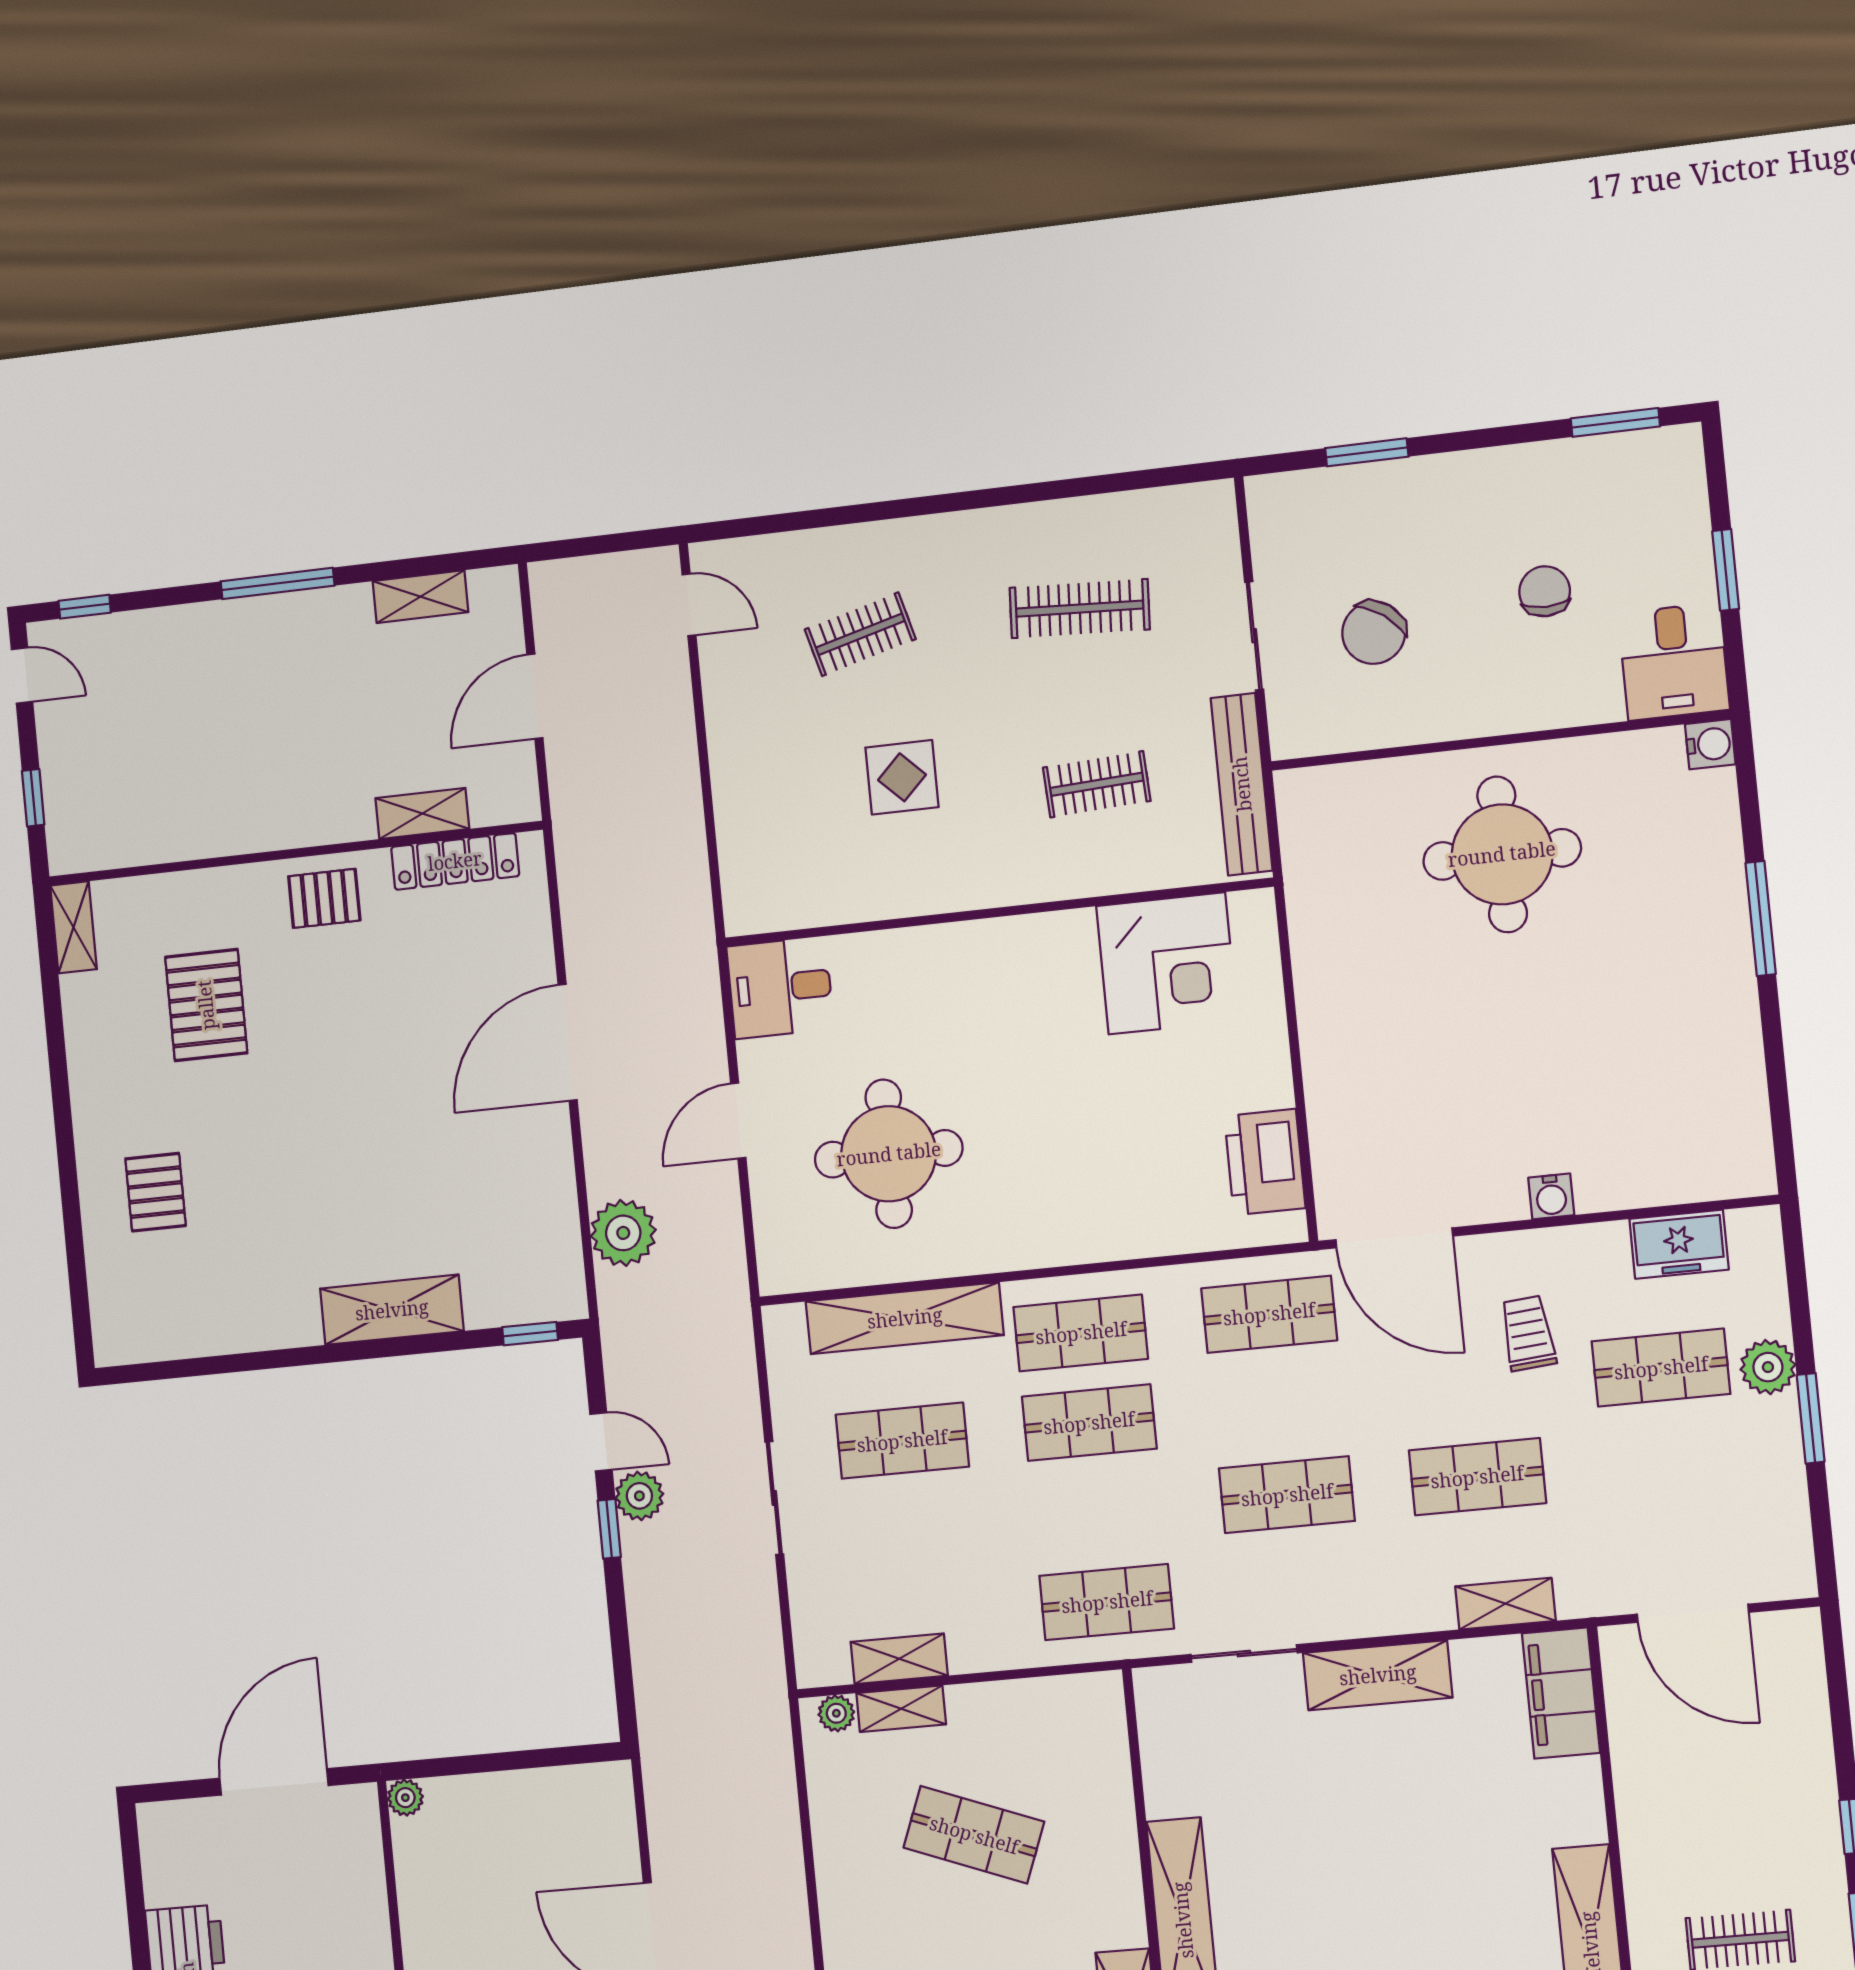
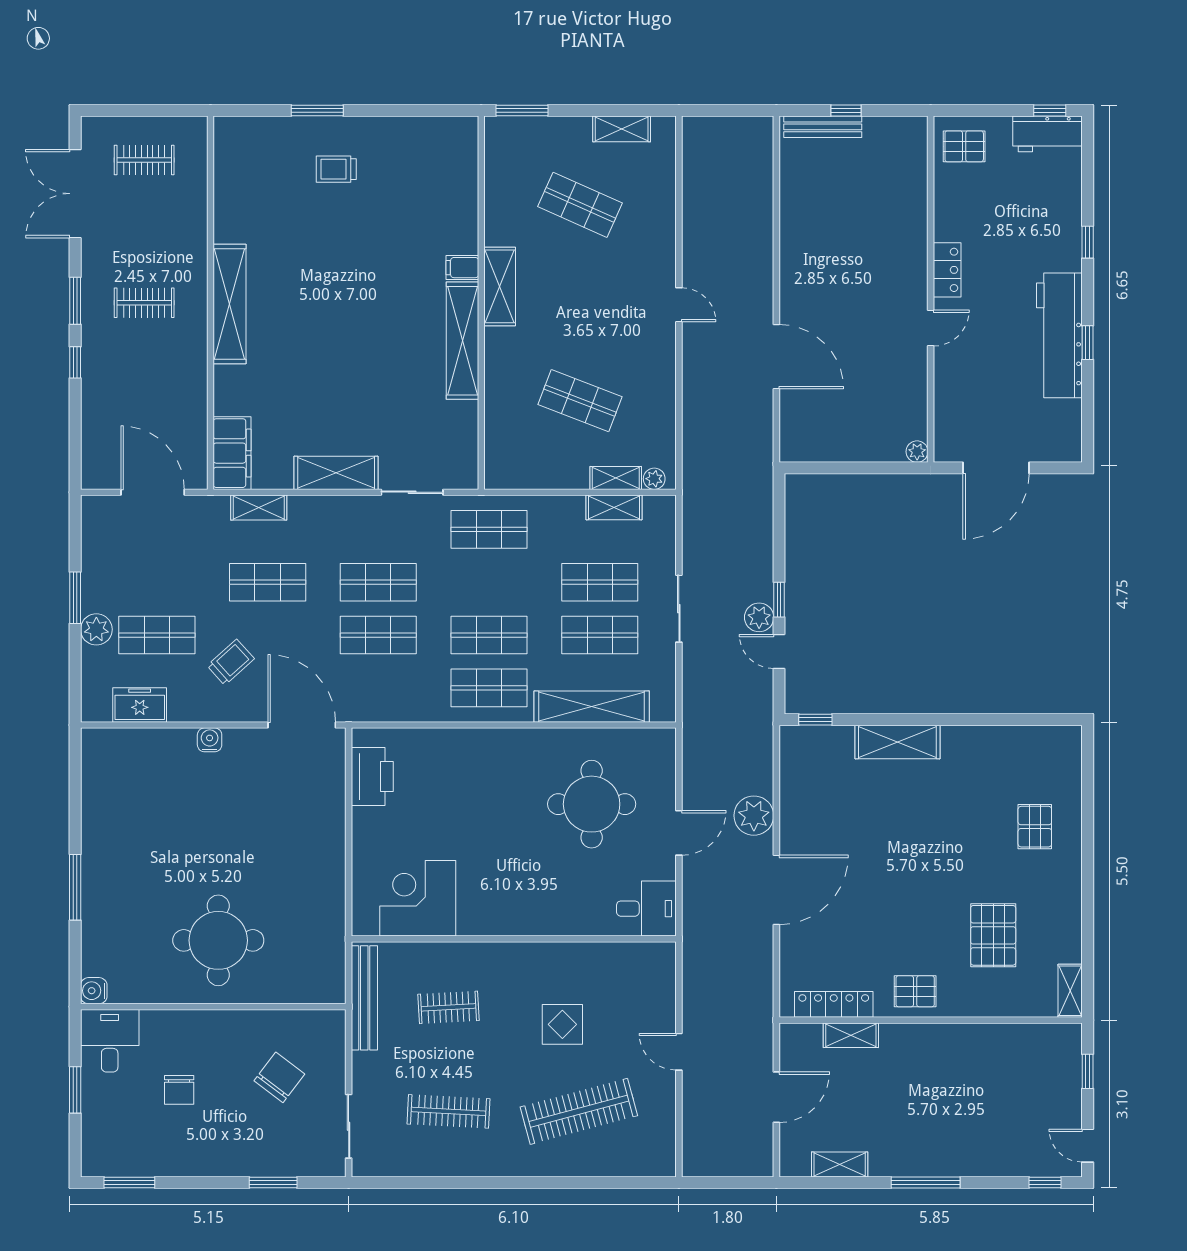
door: (689, 605) -> (679, 1052), moved
clothes rail: (860, 634) -> (579, 1111), width x1.86, depth x1.31
sliding door: (1254, 636) -> (349, 1126), moved
plant: (623, 1233) -> (754, 816), moved
shop shelf: (1269, 1314) -> (378, 635), moved
trolley: (1528, 1333) -> (231, 662), turned -127
shop shelf: (911, 1530) -> (600, 582), added

